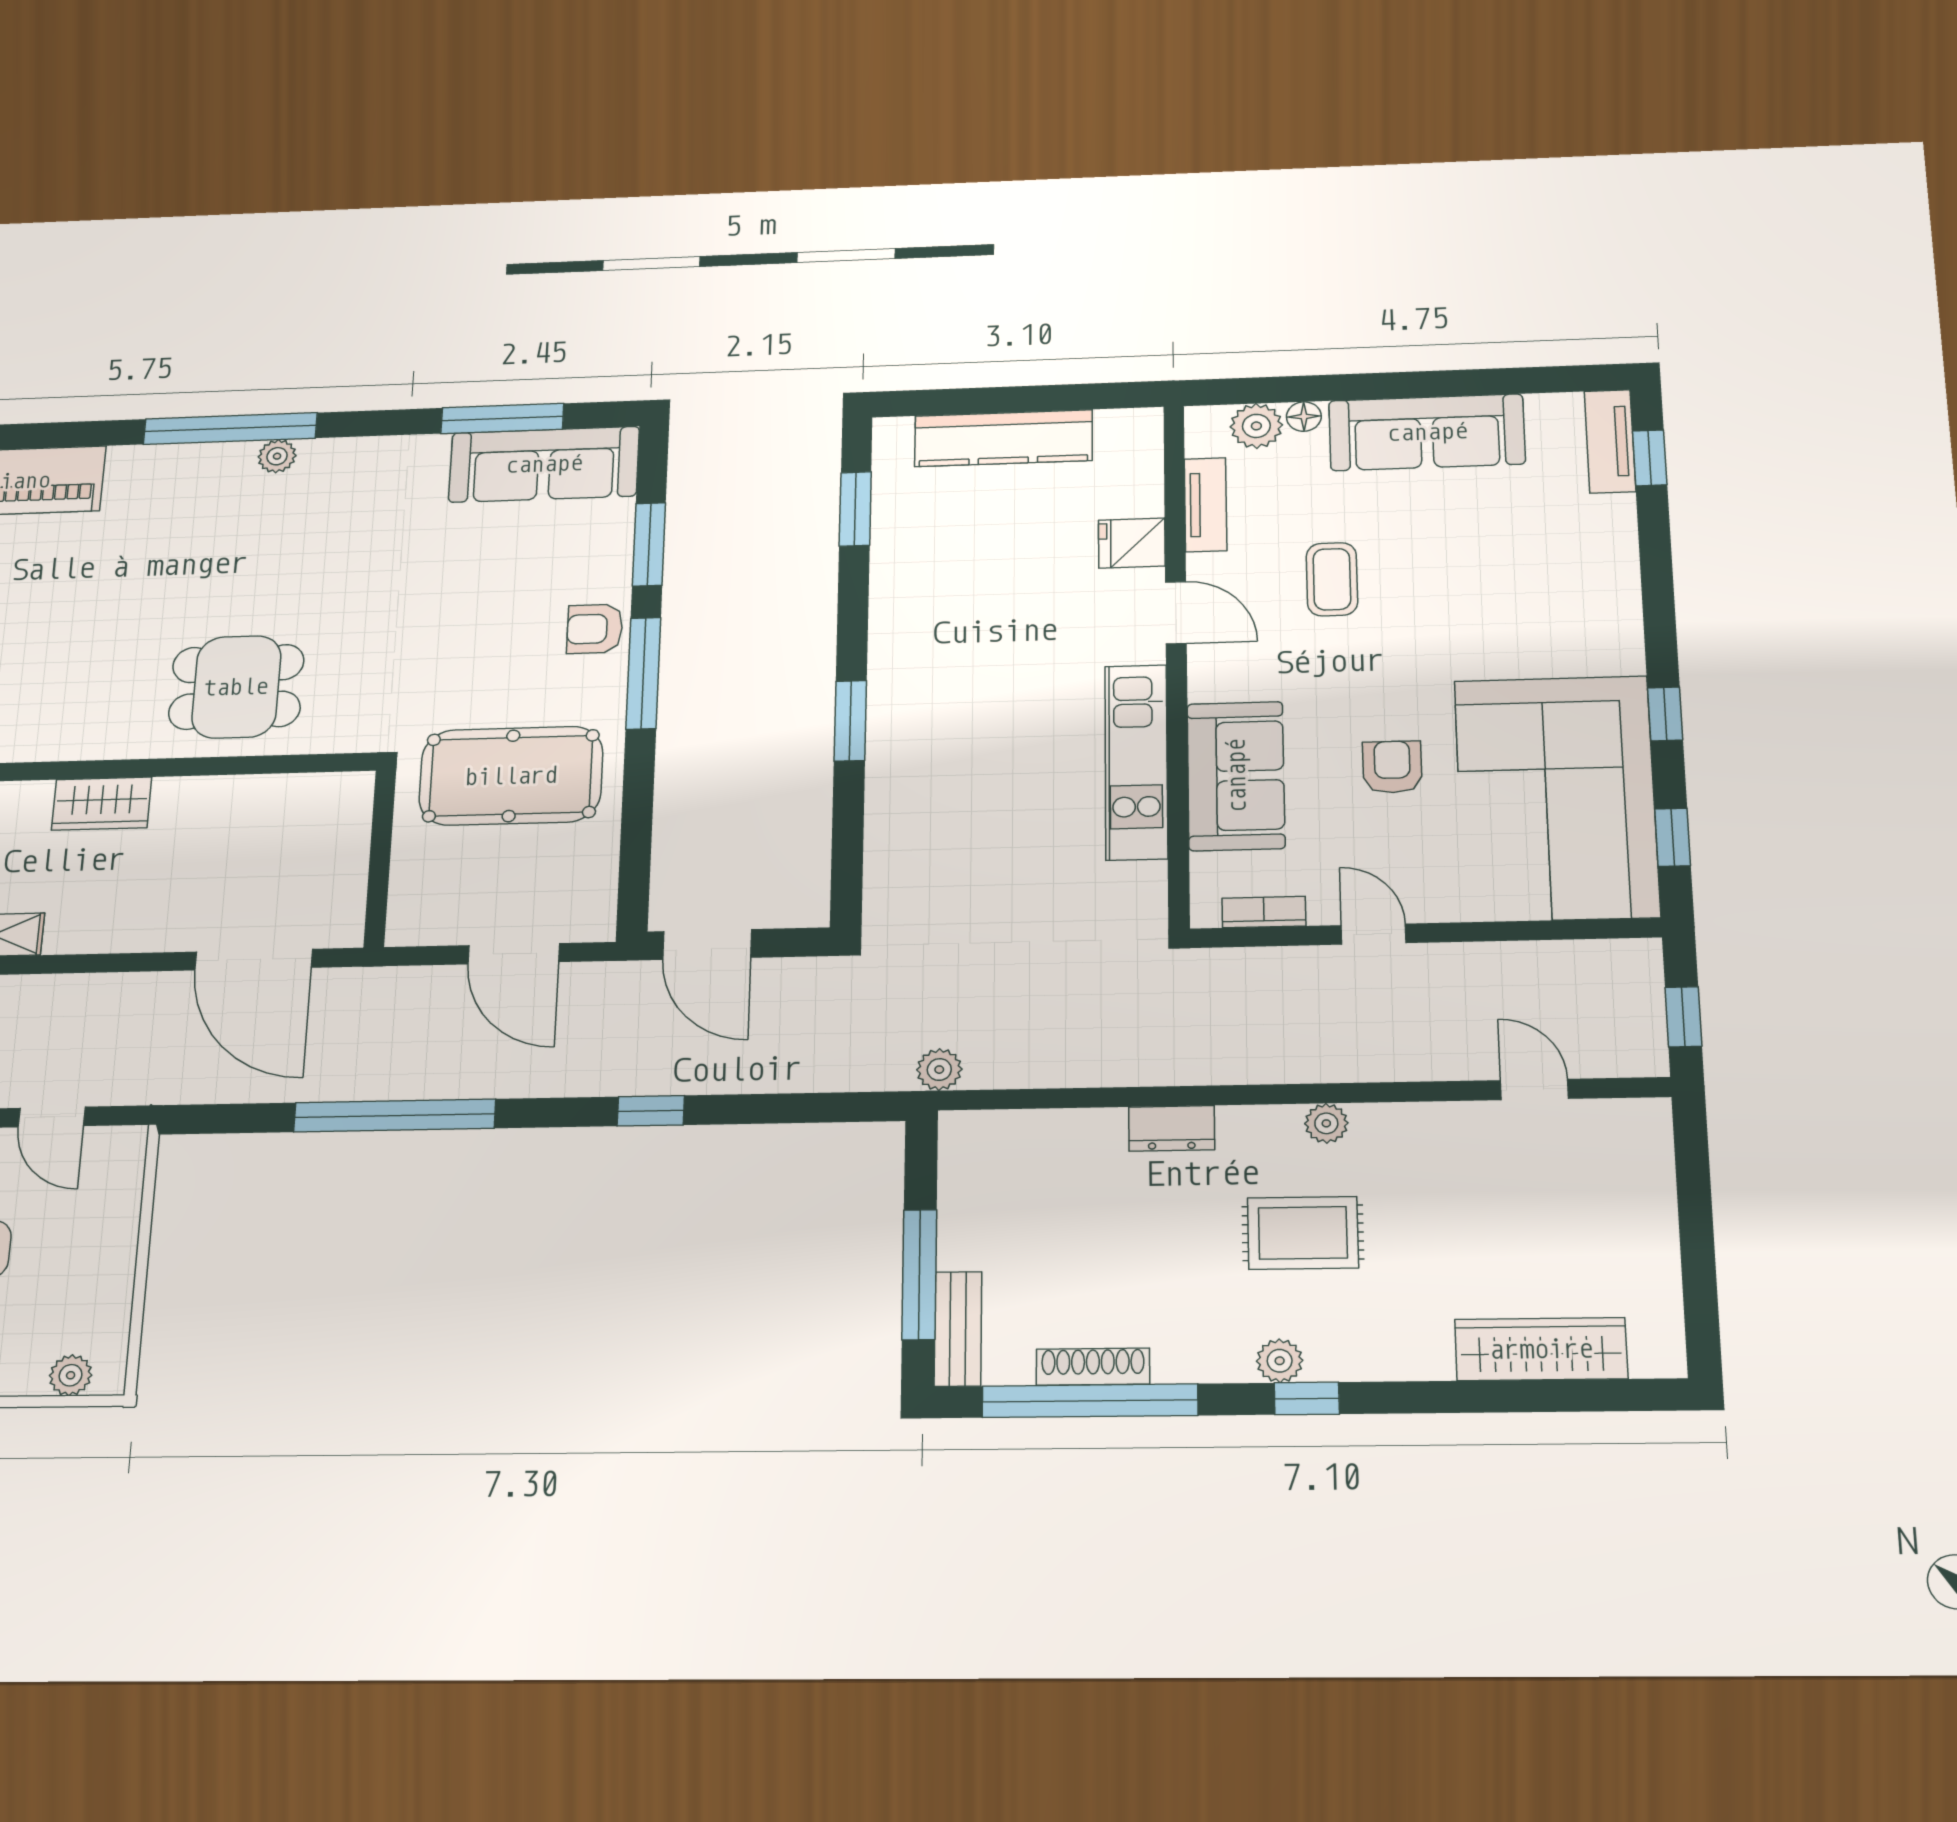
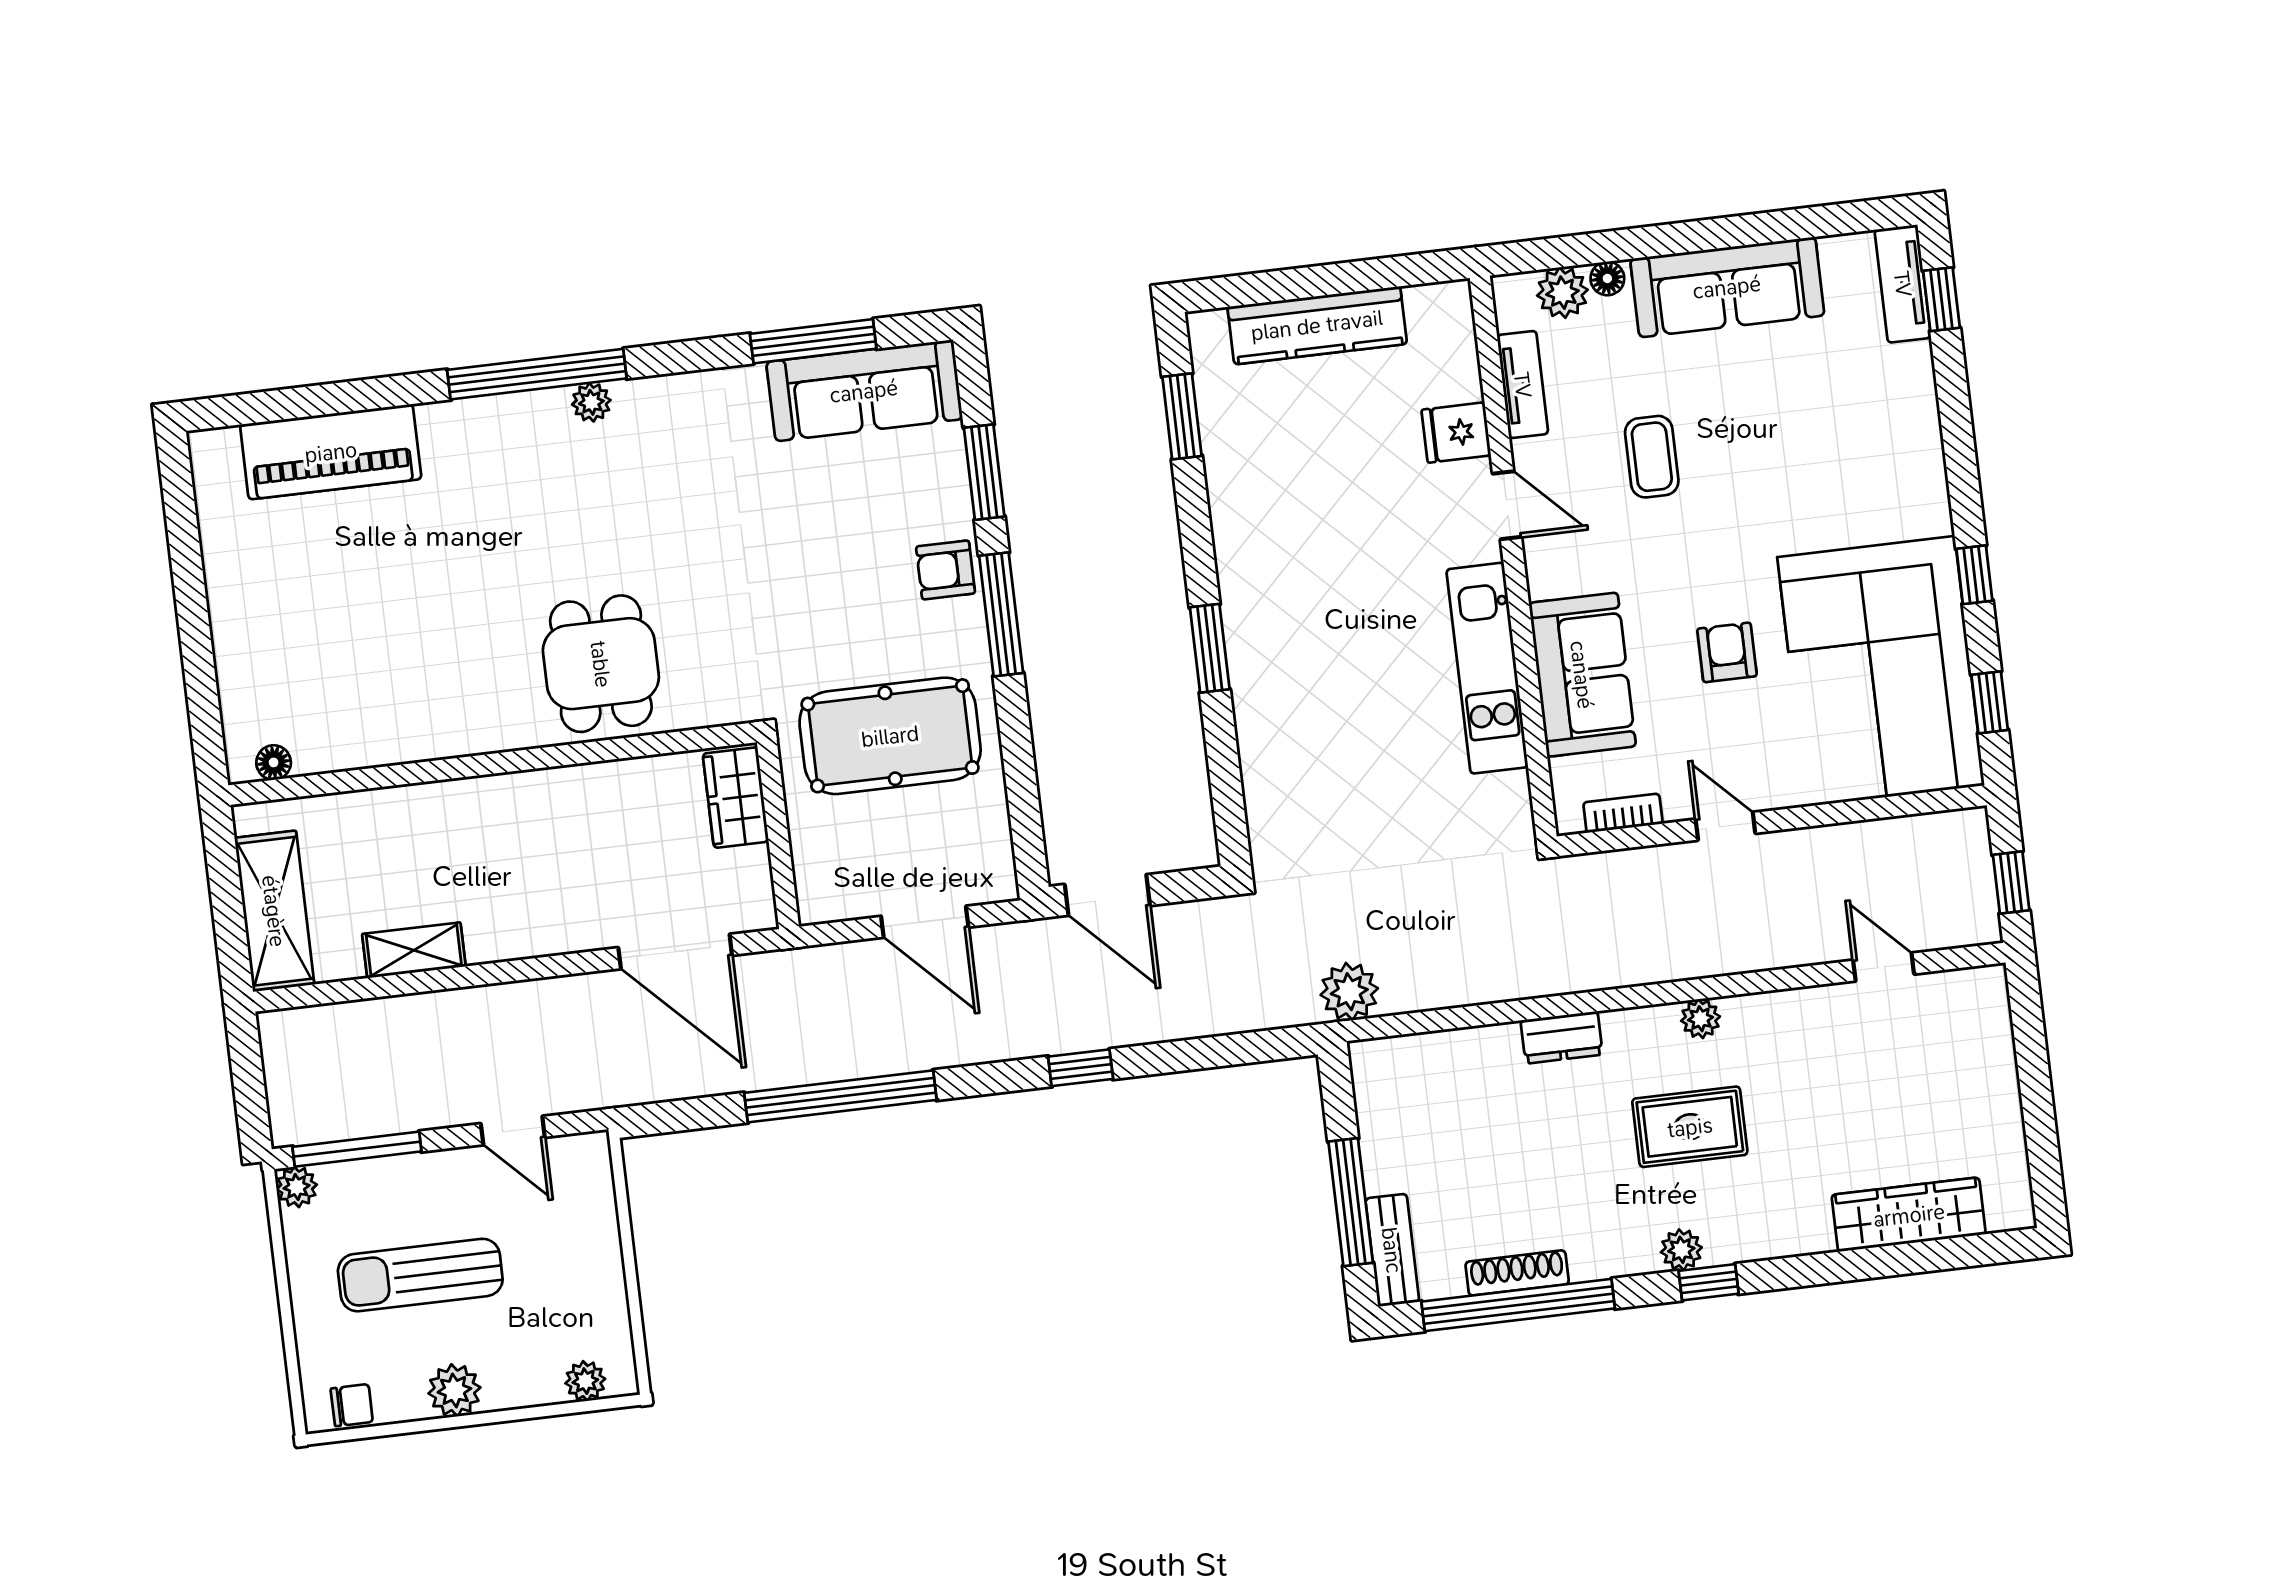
dining table: (236, 687) -> (601, 664), turned 90
wardrobe: (102, 804) -> (736, 798), moved, turned 90
plant: (939, 1070) -> (1349, 992), width x1.38, depth x1.38

